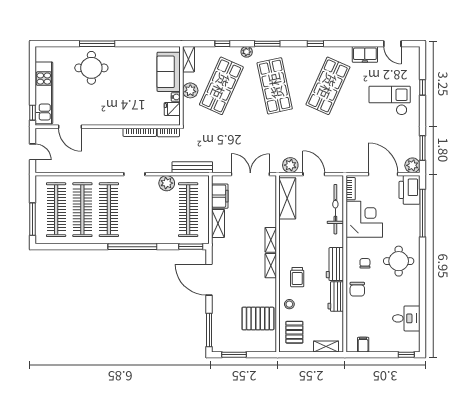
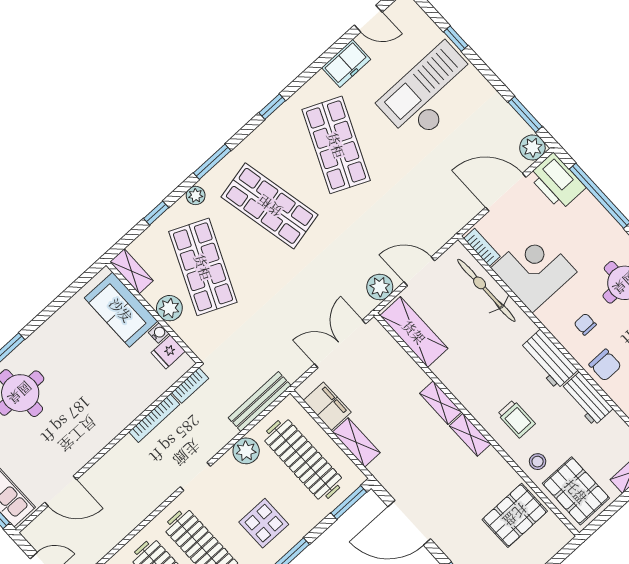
checkout: (390, 101) -> (430, 93), width x1.36, depth x1.21
display table: (146, 222) -> (264, 523), added
pallet: (294, 332) -> (576, 491), width x1.50, depth x1.42

